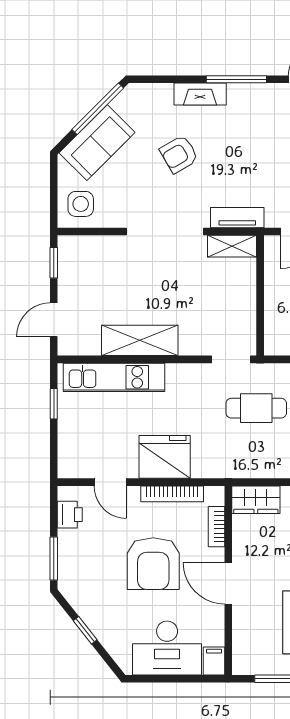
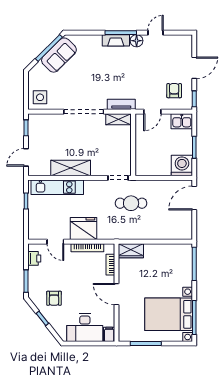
fireplace: (200, 94) -> (116, 40), moved
floor lamp: (267, 95) -> (137, 41), added
sofa: (97, 143) -> (59, 55), moved
armchair: (179, 154) -> (91, 72), removed
armchair: (153, 564) -> (54, 298), moved, width x0.53, depth x0.53

